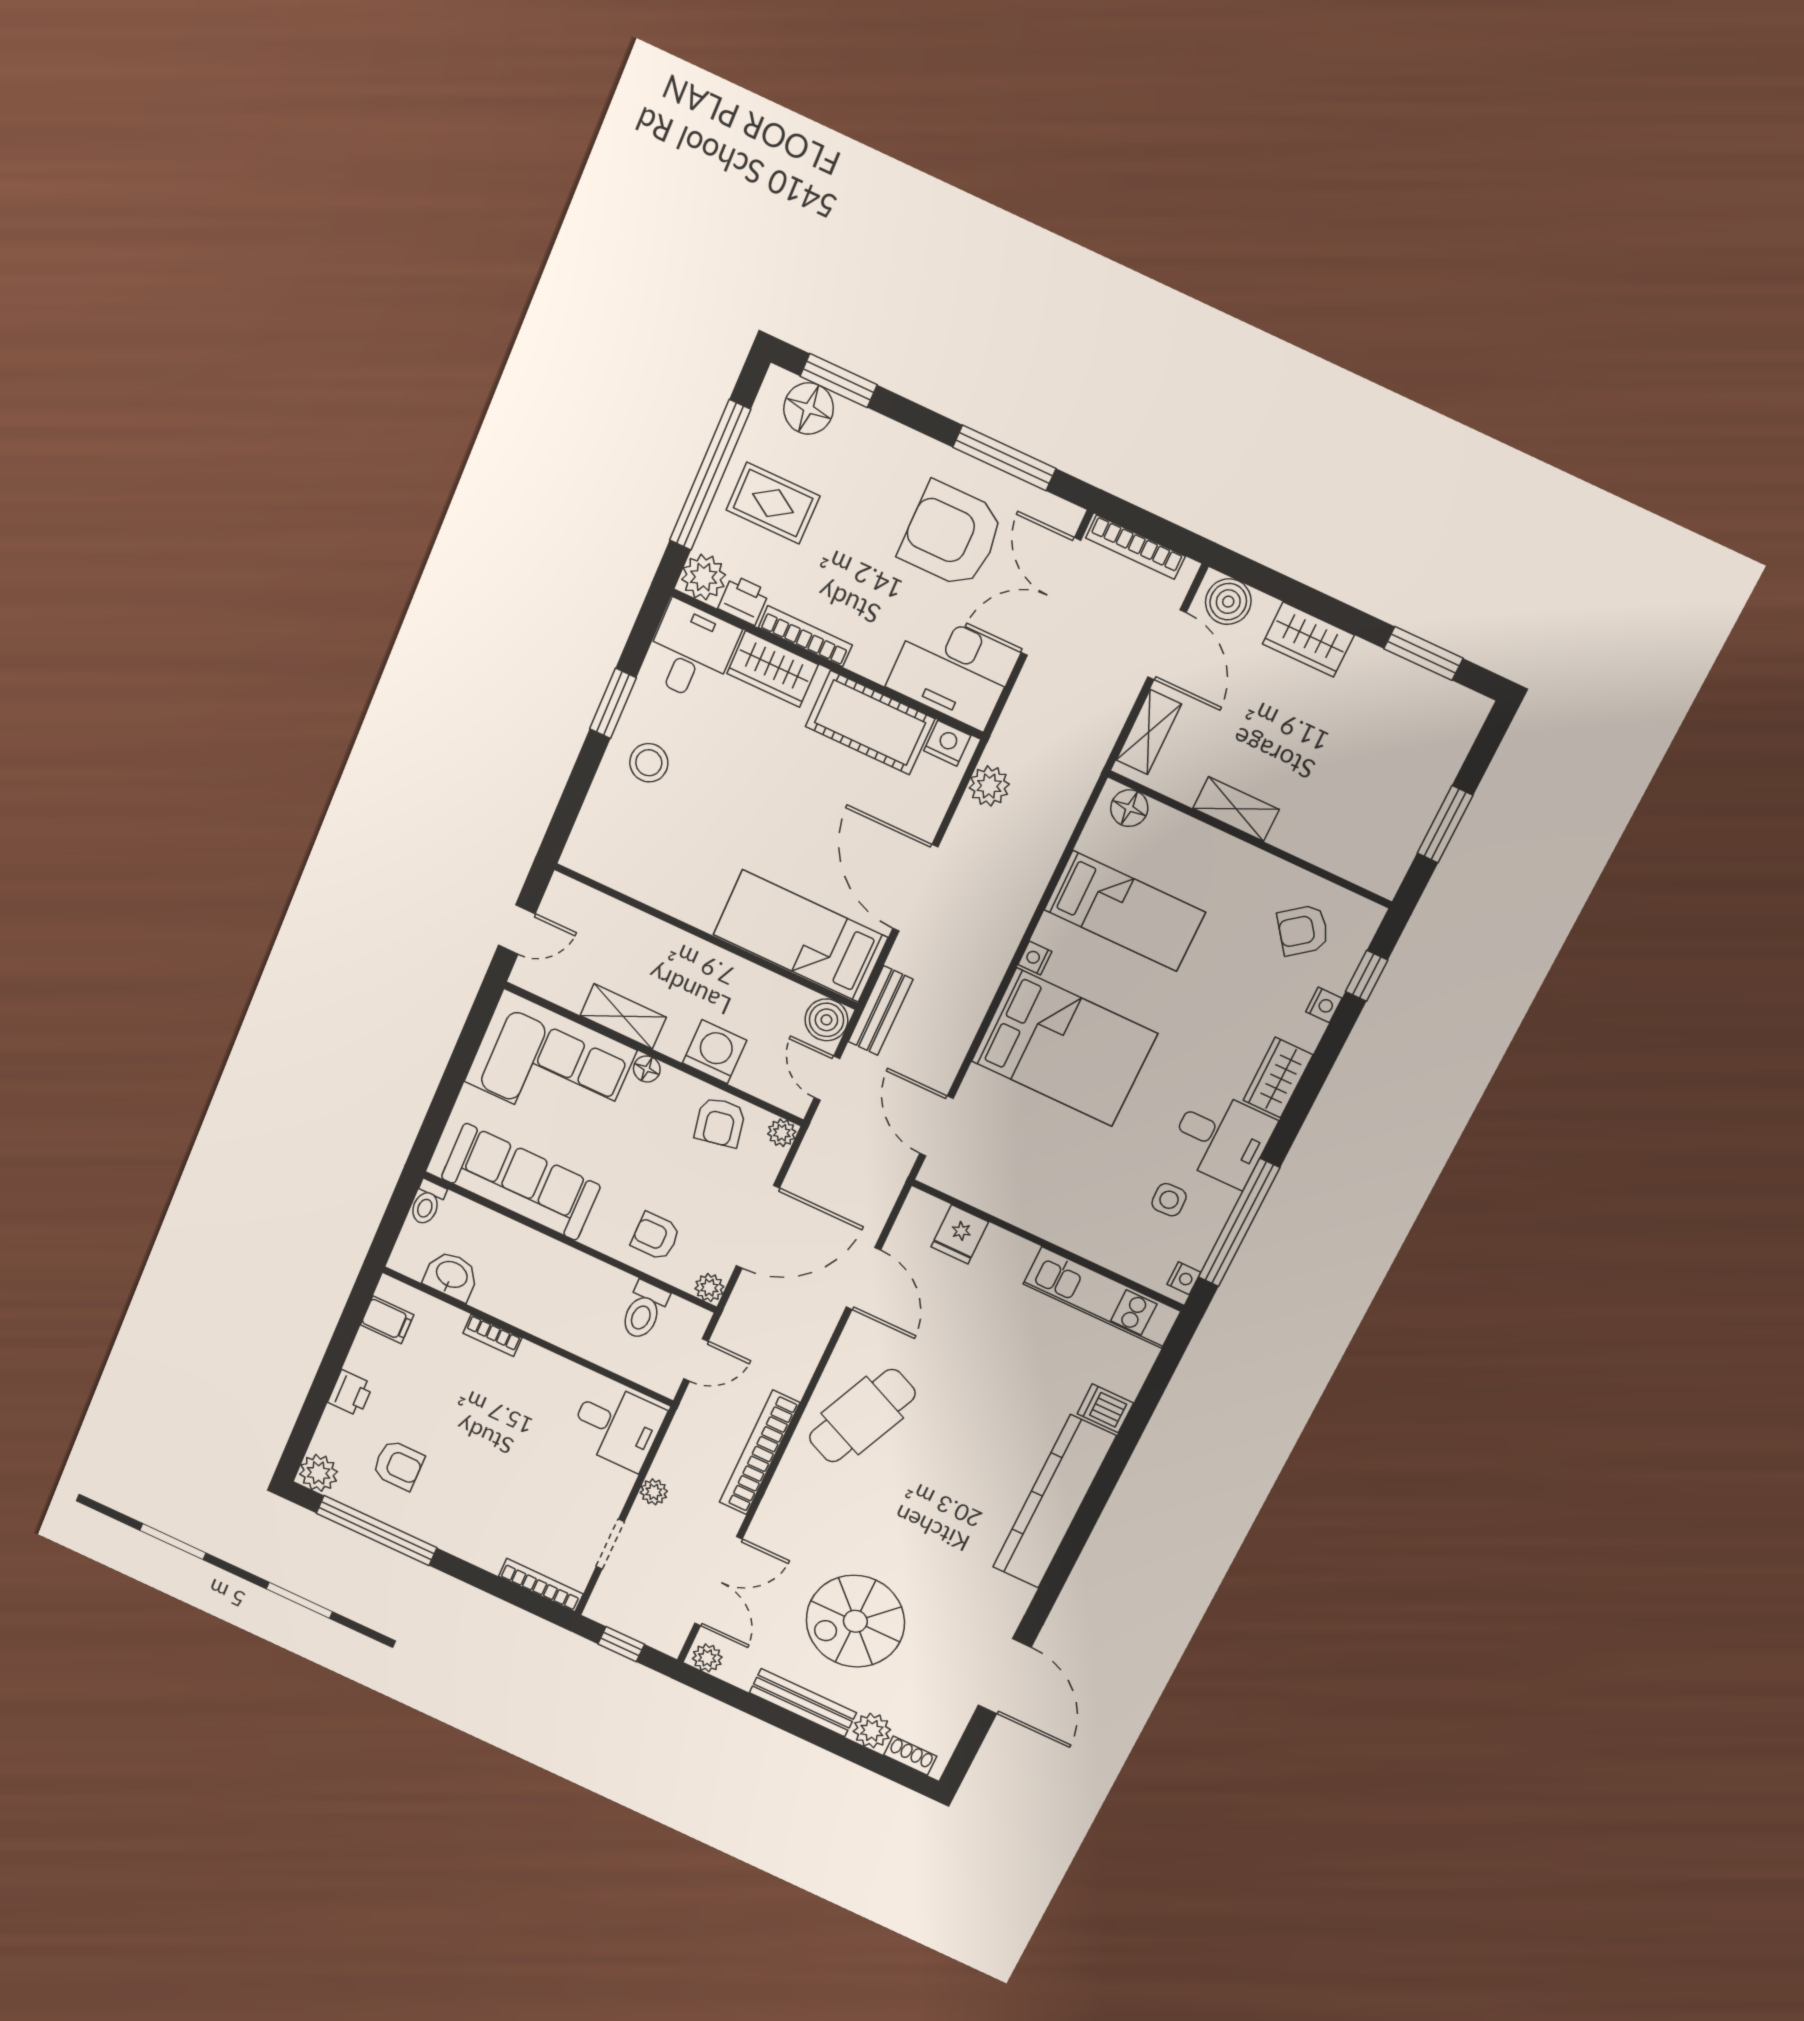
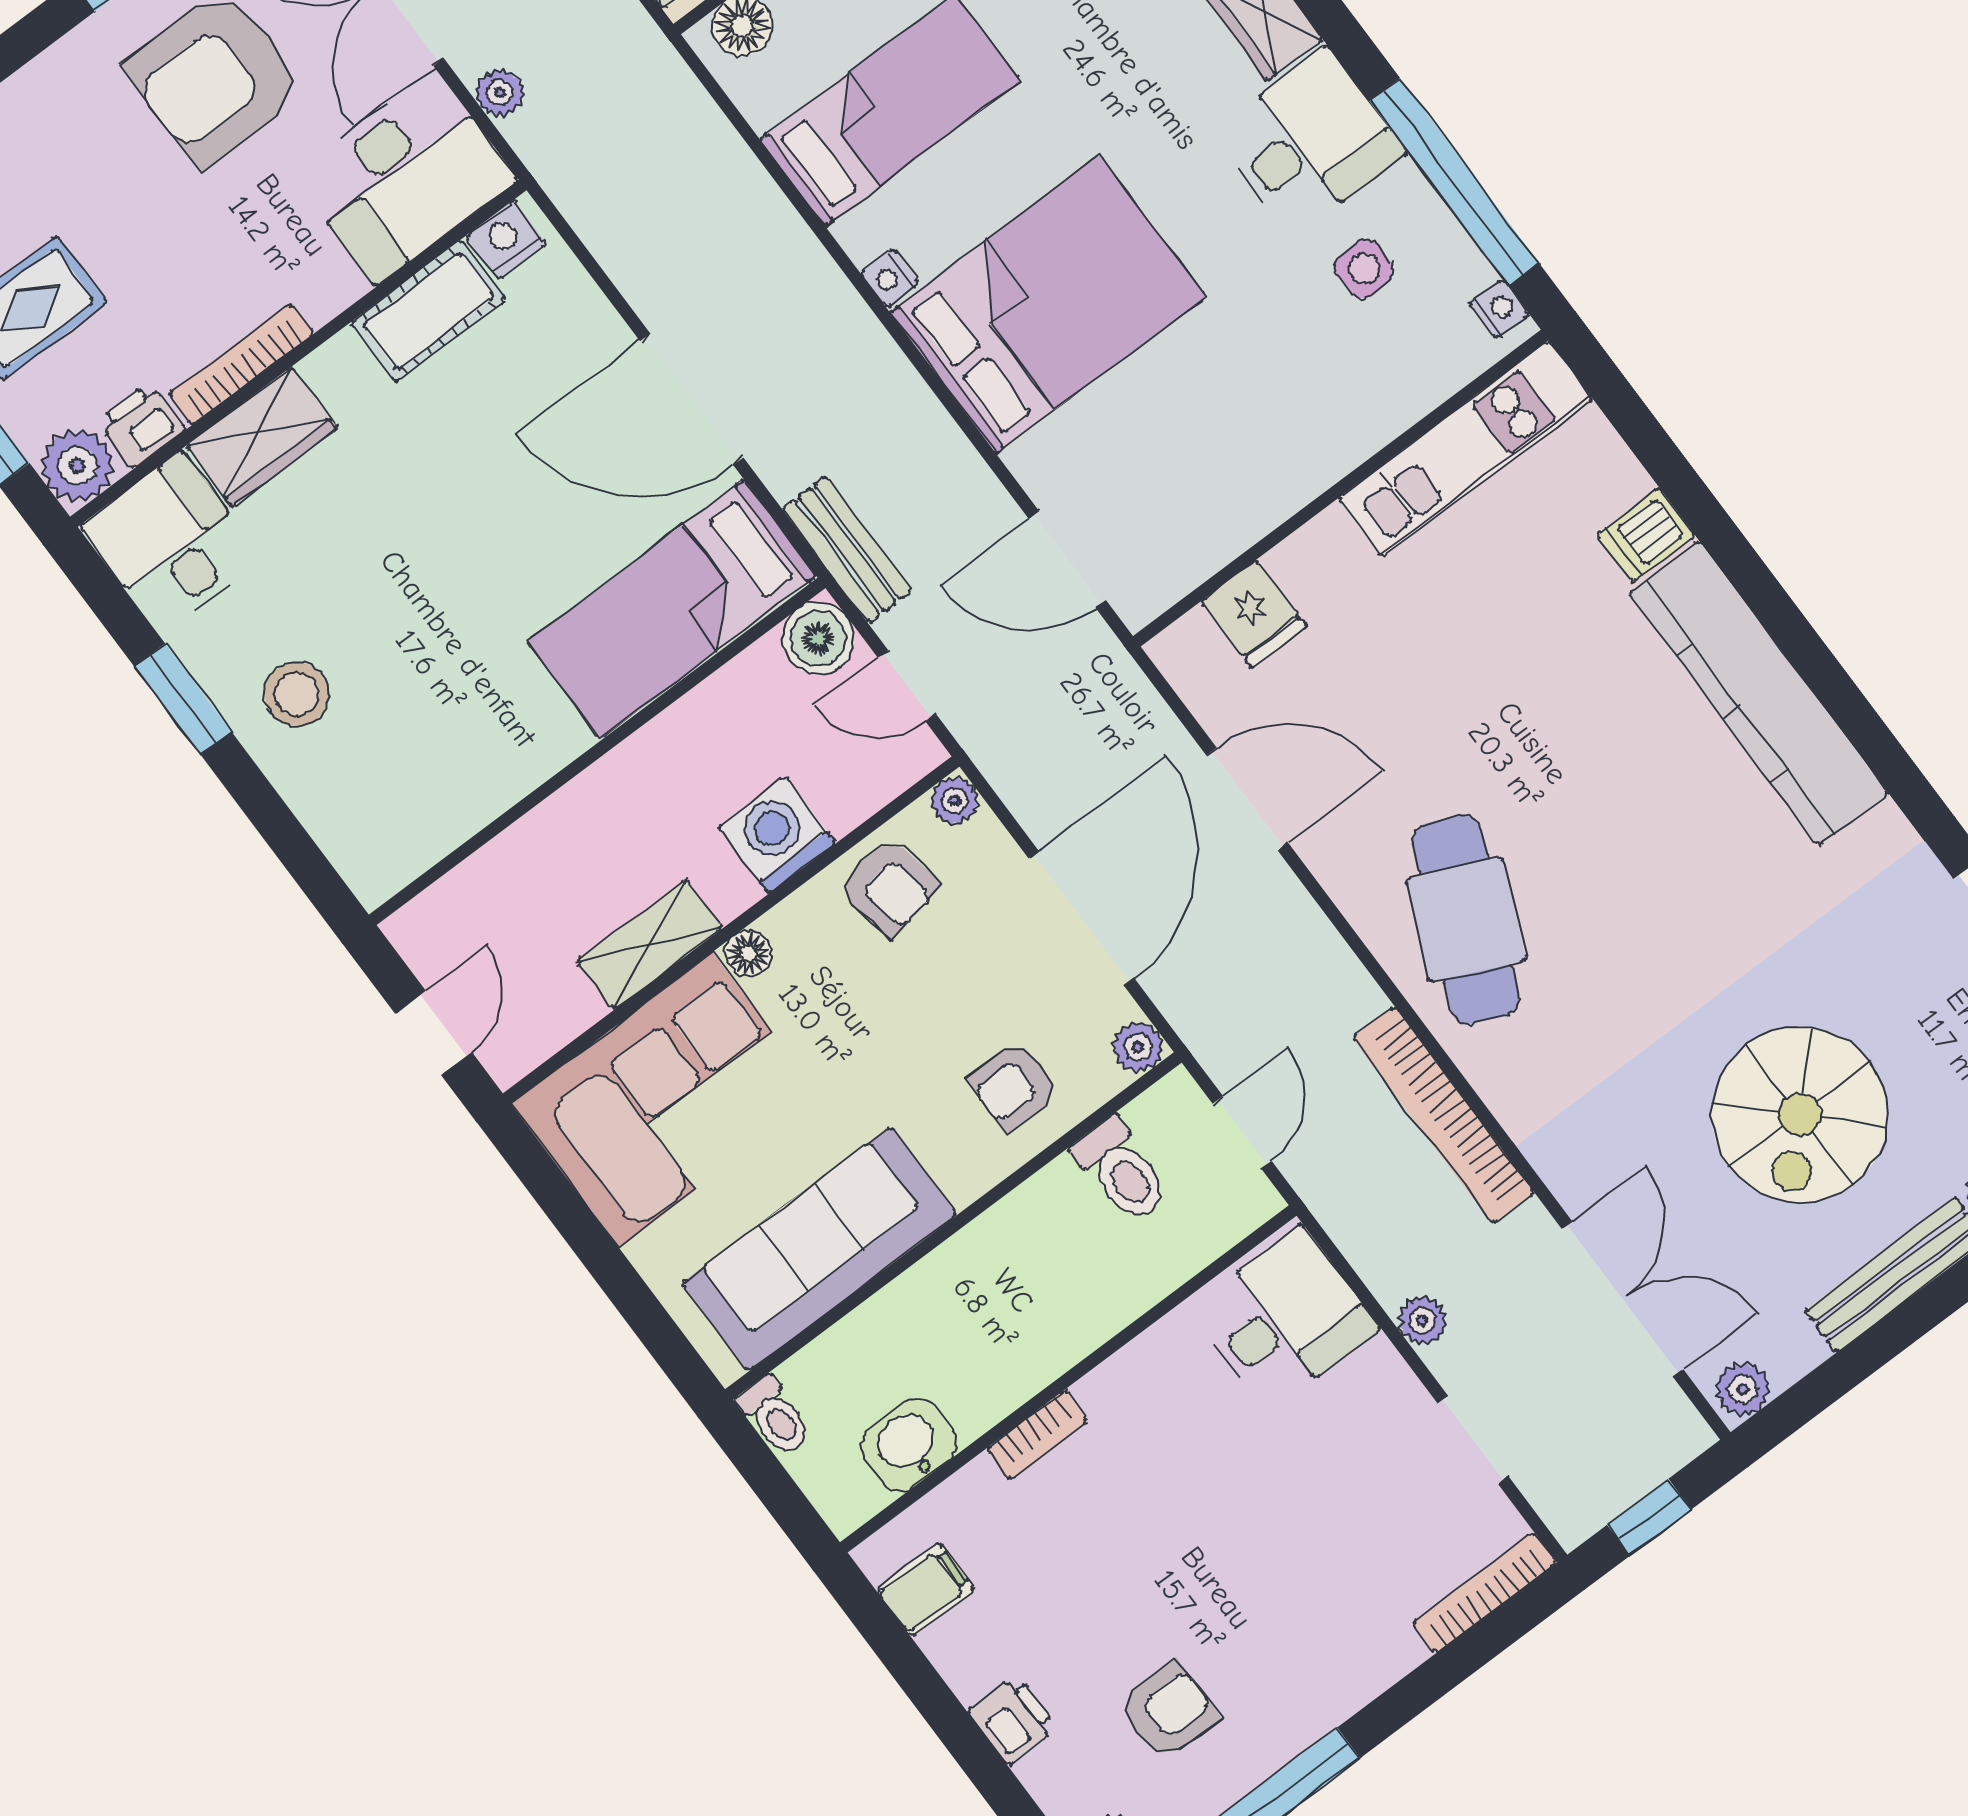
cot: (870, 723) -> (428, 311), width x0.73, depth x0.75
plant: (989, 786) -> (500, 93), moved, width x0.73, depth x0.73

